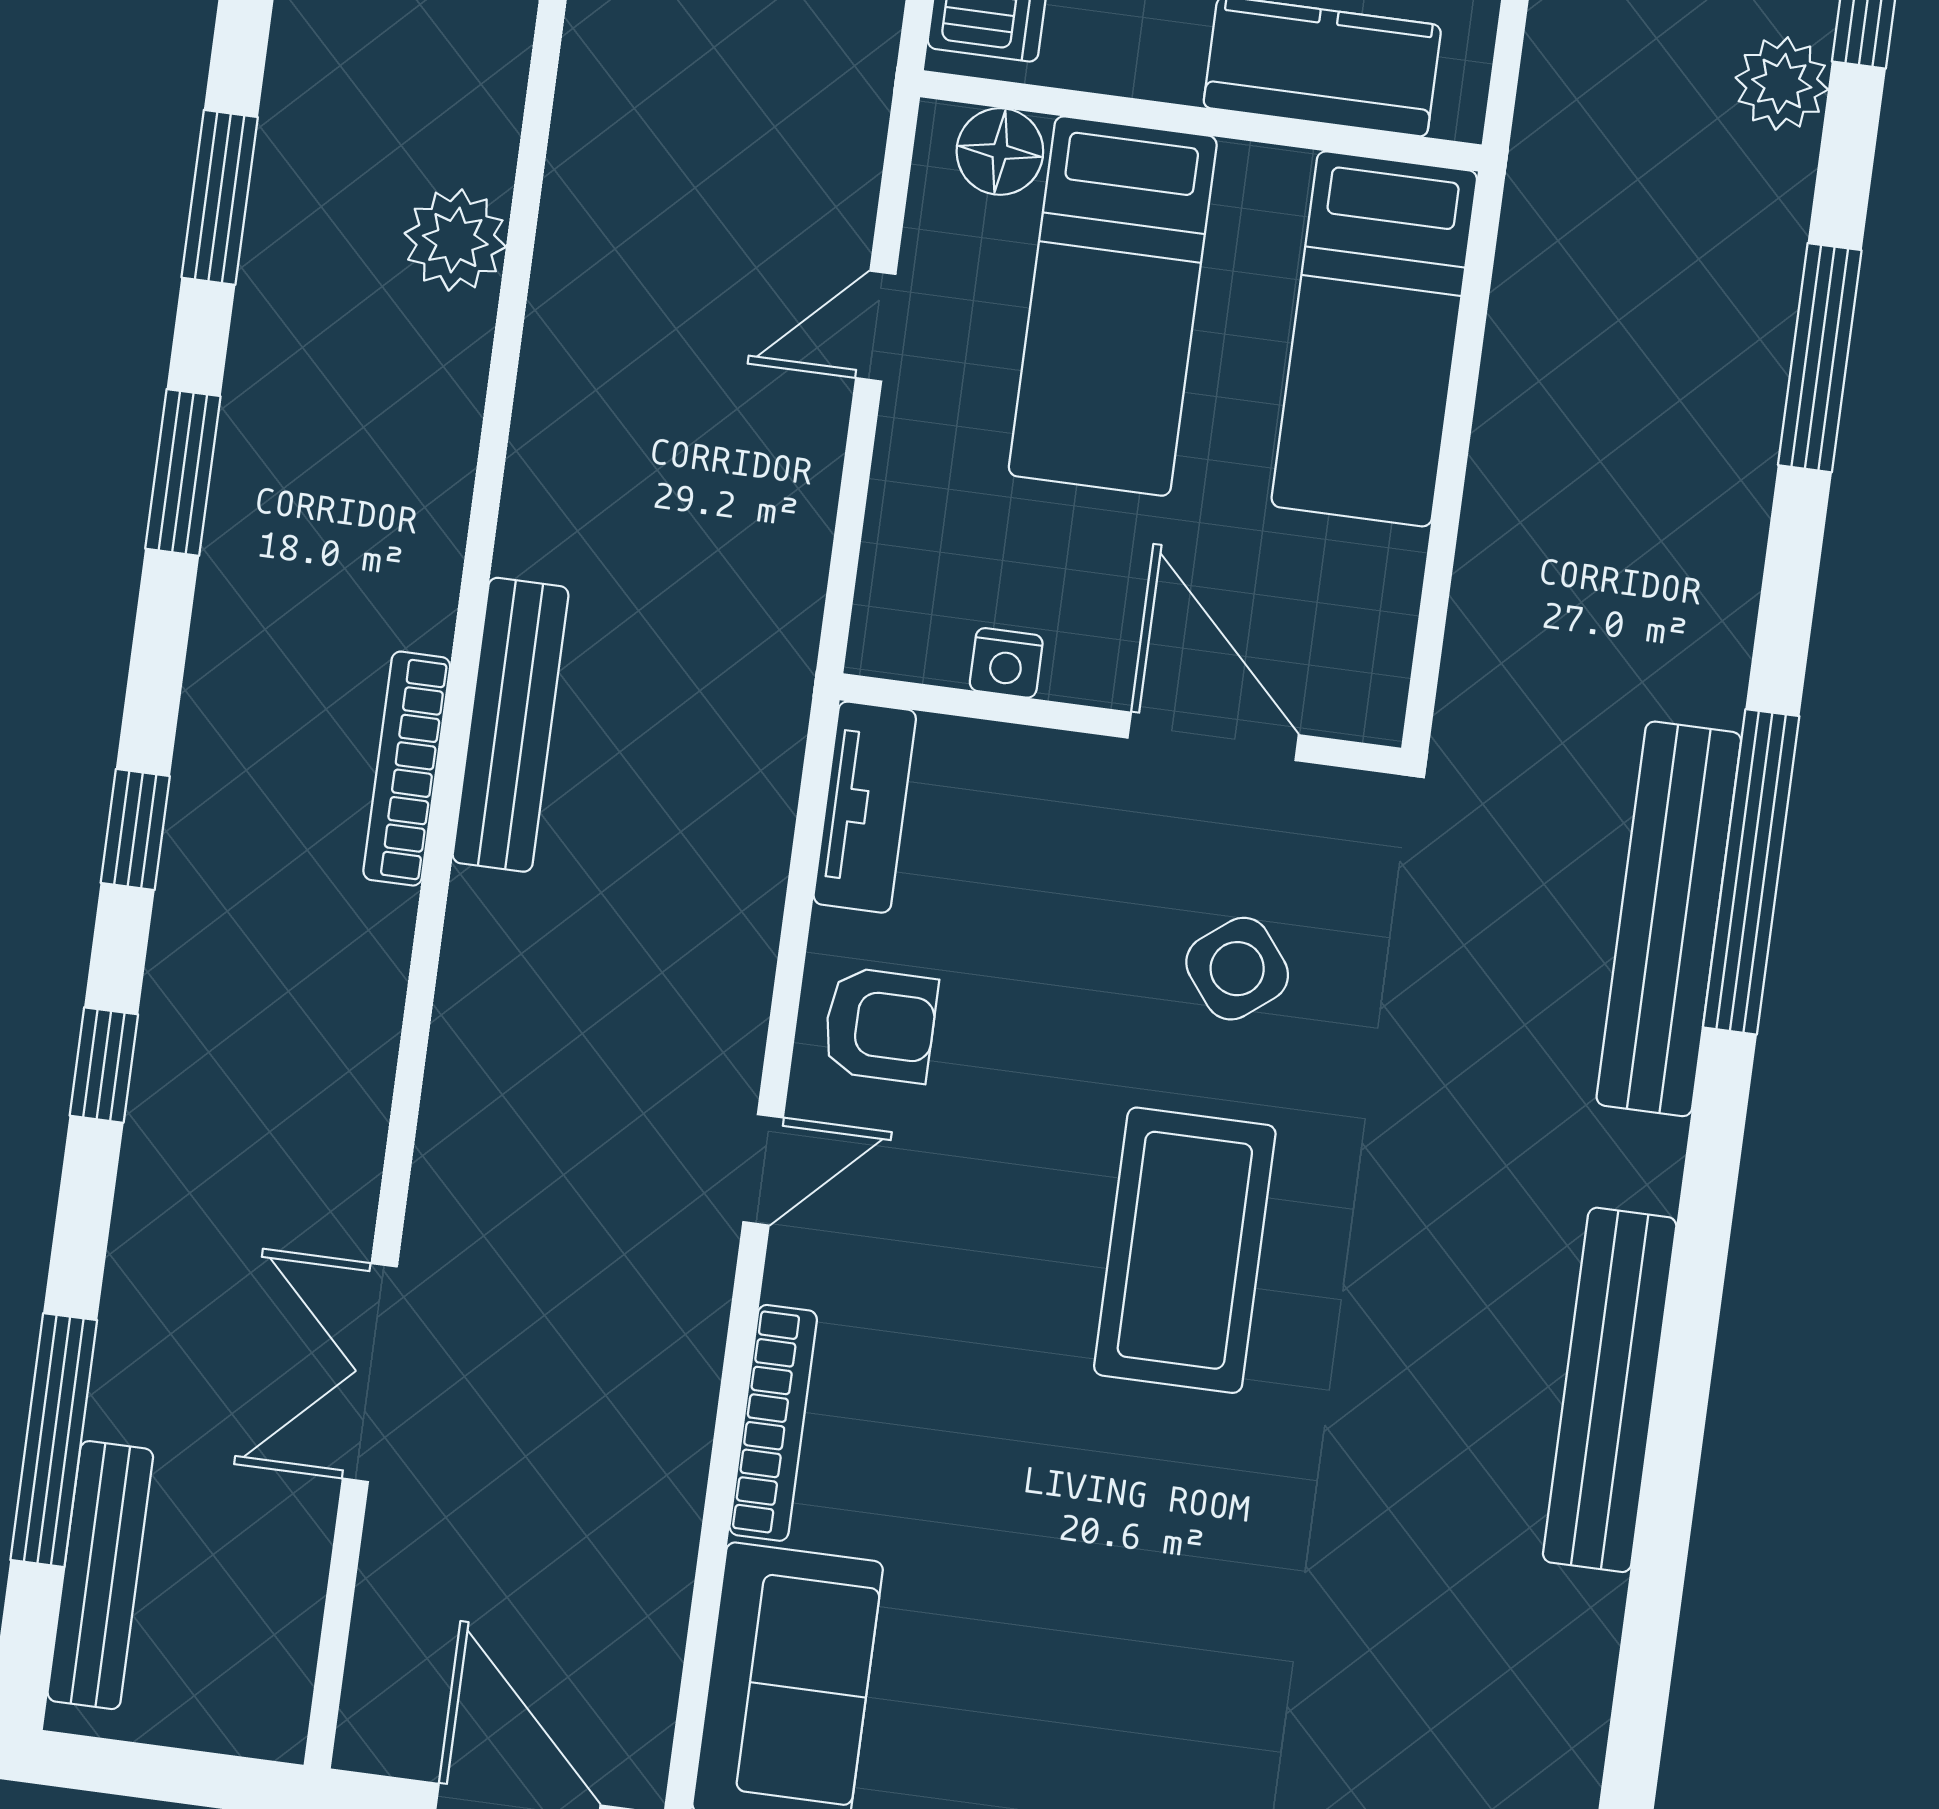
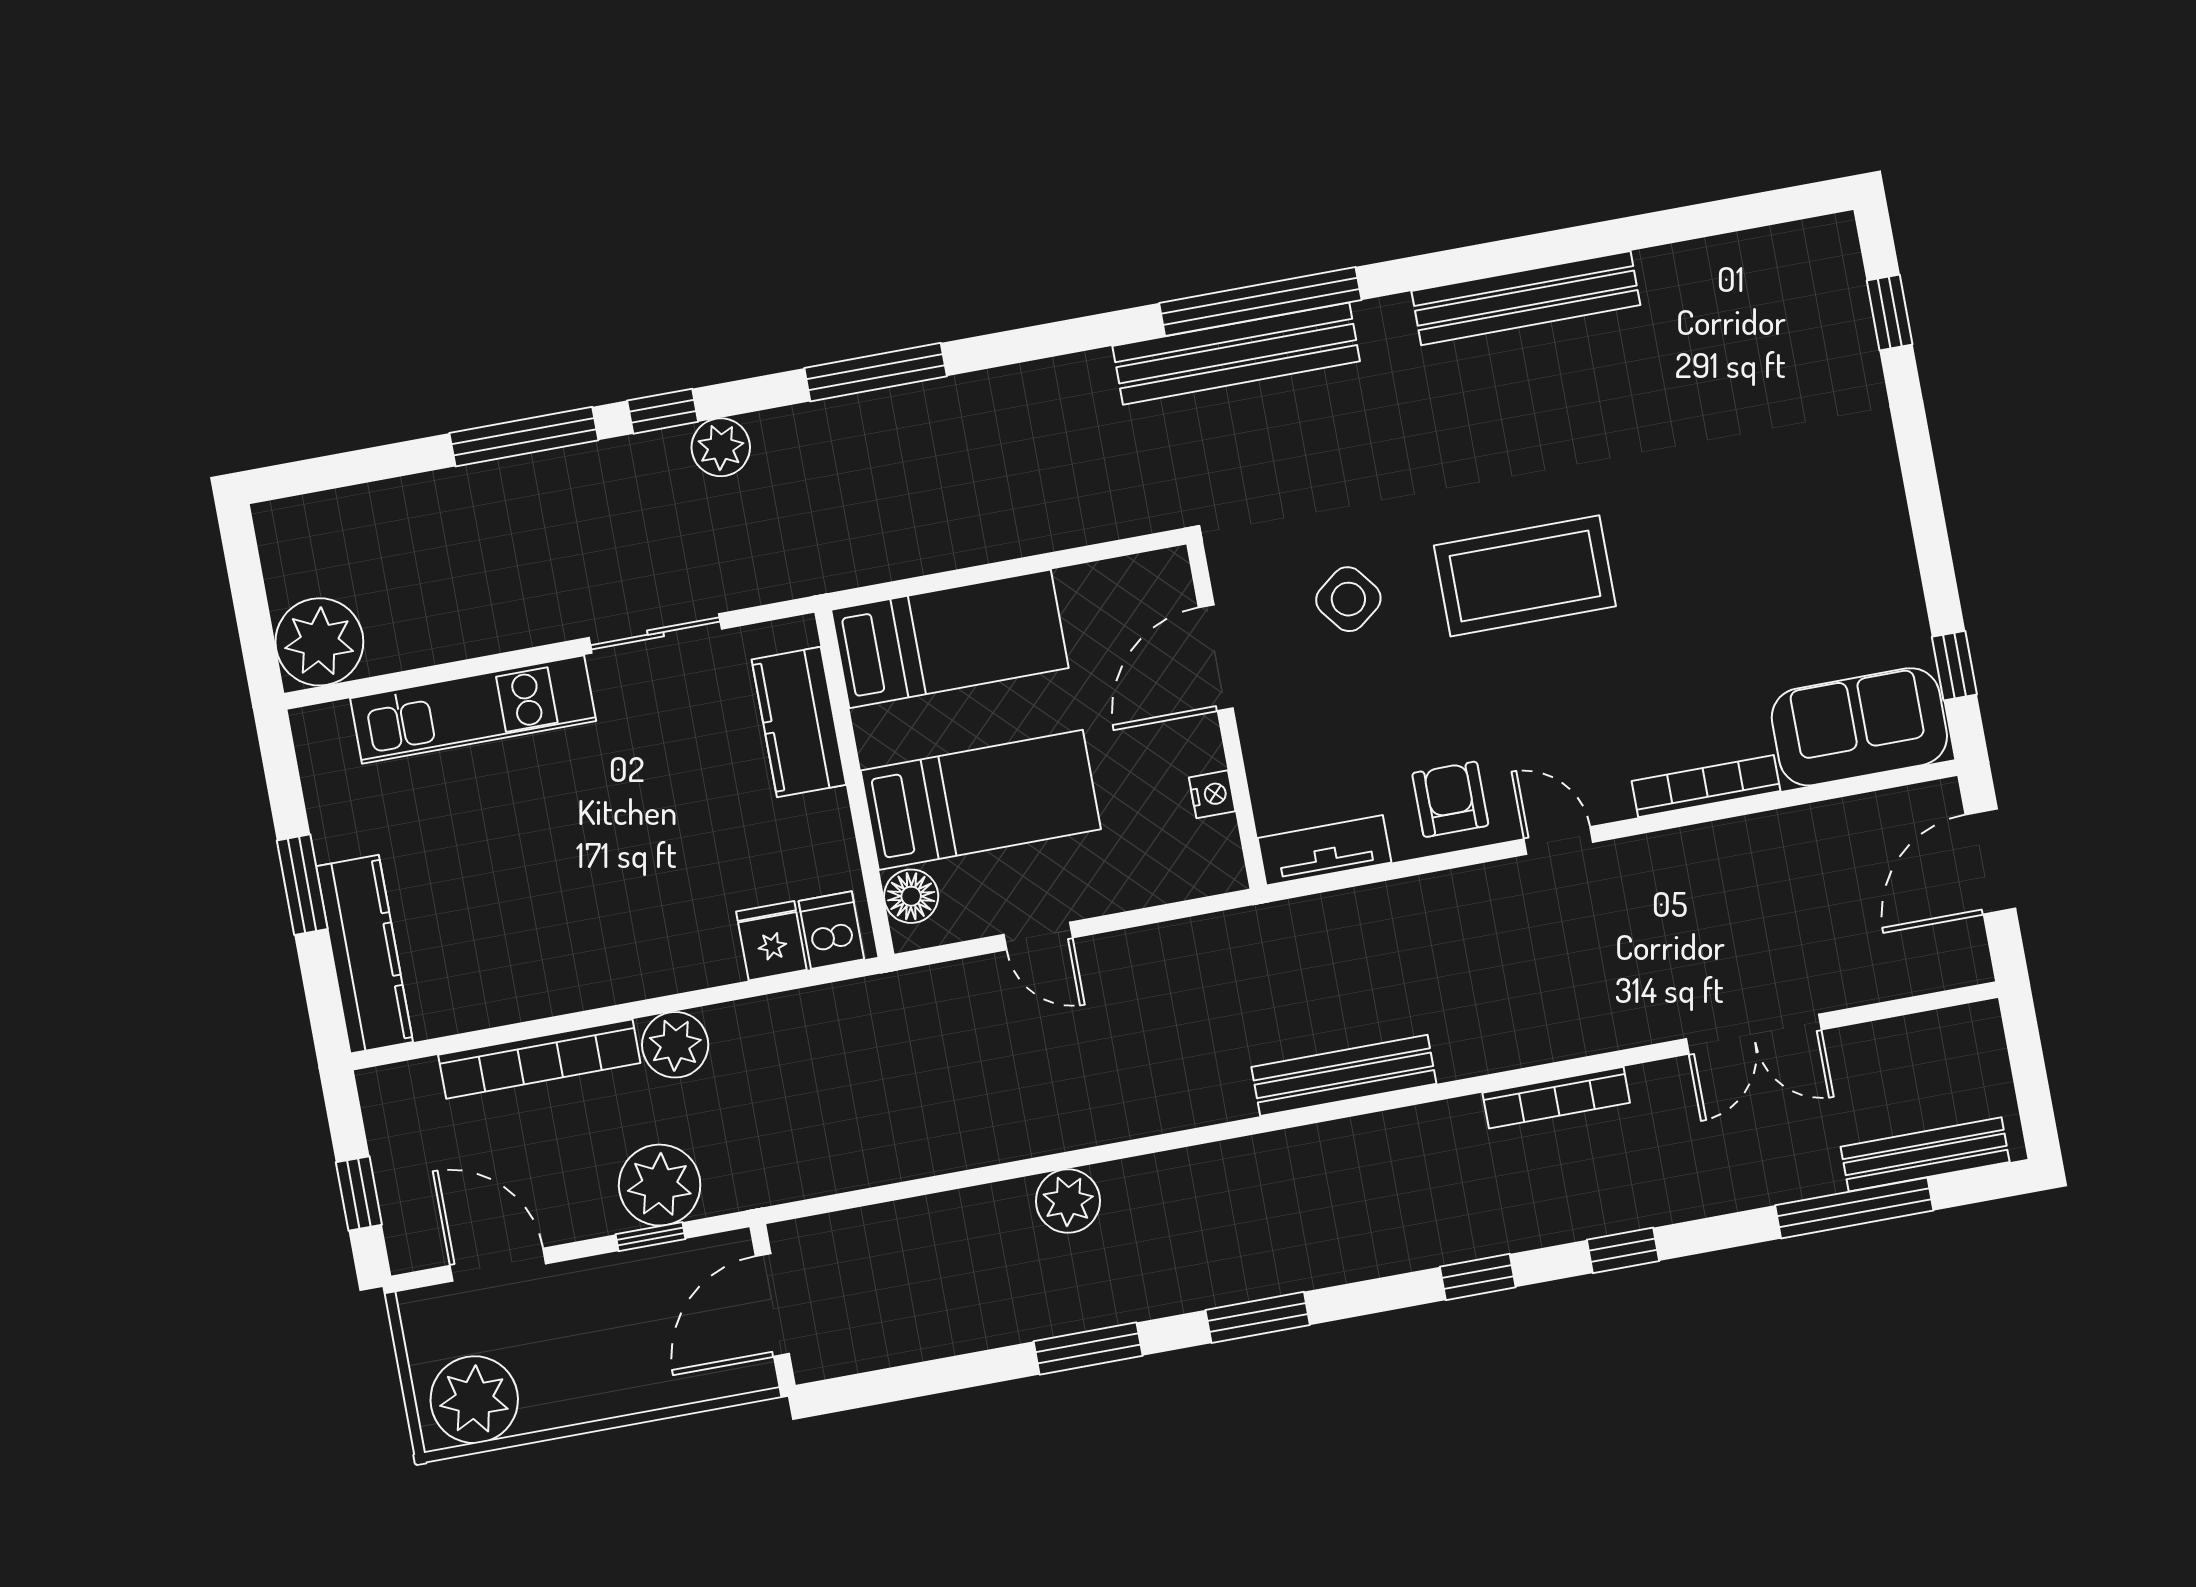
bookcase: (407, 769) -> (1556, 1098), moved
window: (1751, 872) -> (1260, 301), moved

